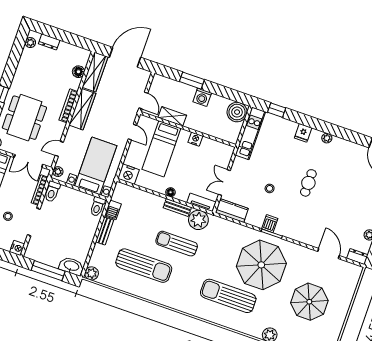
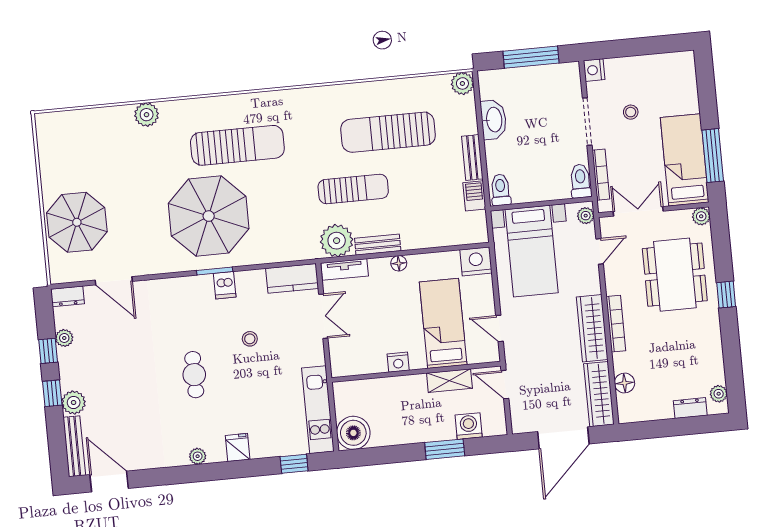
washing machine: (202, 97) -> (469, 426), moved
washbasin: (71, 266) -> (493, 120), moved, turned -90
parasol: (309, 302) -> (77, 222), moved

